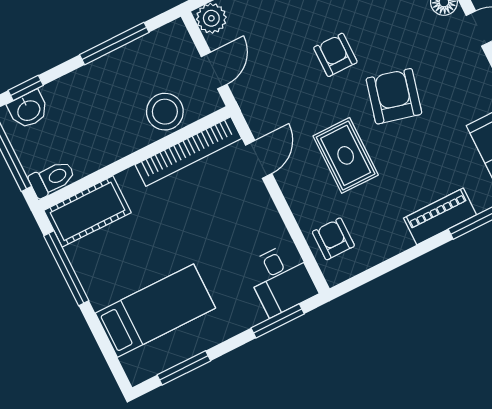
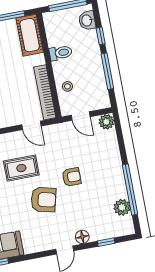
window: (26, 88) -> (101, 36), moved
stool: (165, 112) -> (67, 86), width x0.53, depth x0.53
toilet: (52, 179) -> (61, 53), moved, turned -90

